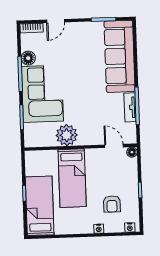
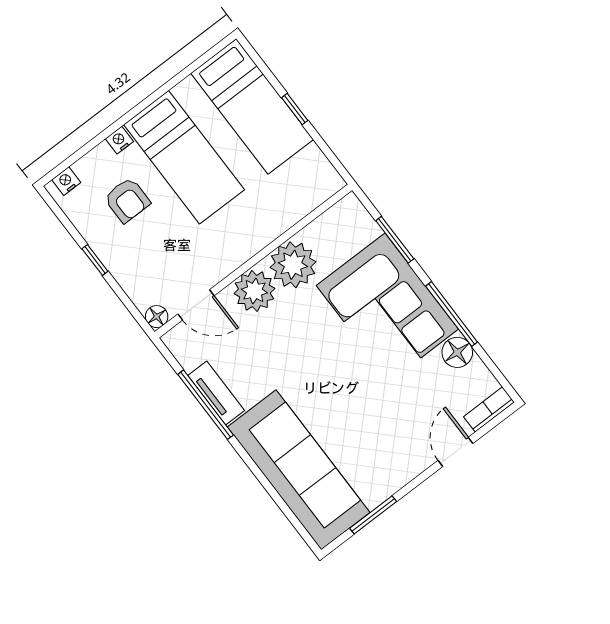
plant: (88, 136) -> (254, 291), added
bed: (72, 178) -> (184, 157), moved, turned 180
armchair: (112, 204) -> (127, 200), turned 180

